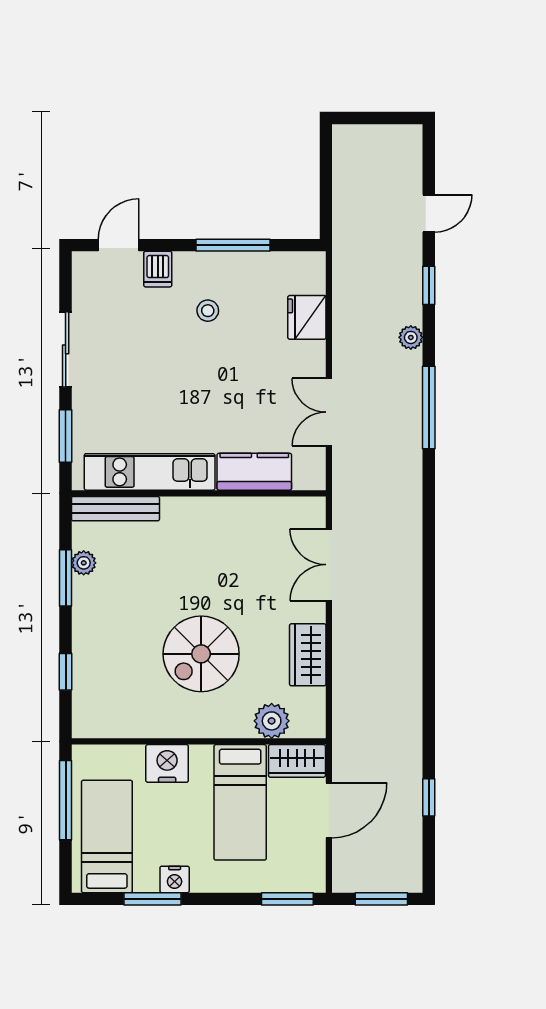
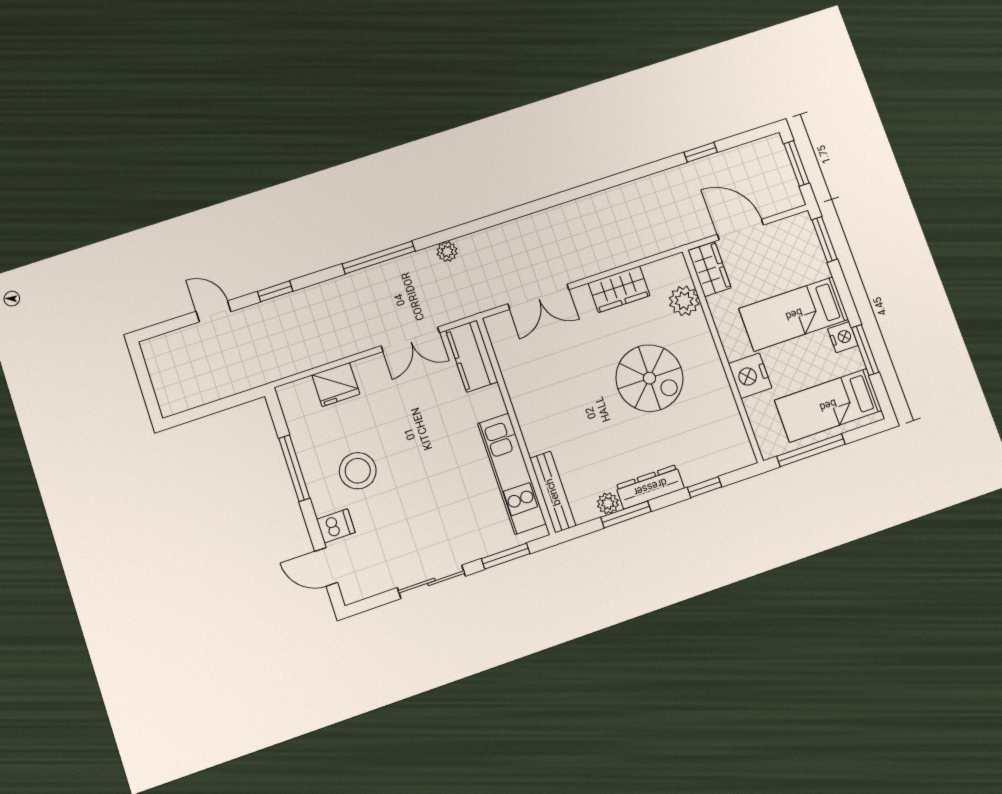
stool: (208, 311) -> (358, 471), width x1.89, depth x1.89
plant: (411, 337) -> (447, 252), moved
kitchen counter: (254, 472) -> (472, 356), moved
dresser: (86, 614) -> (650, 487), added
bed: (240, 802) -> (794, 314), moved, turned 180

